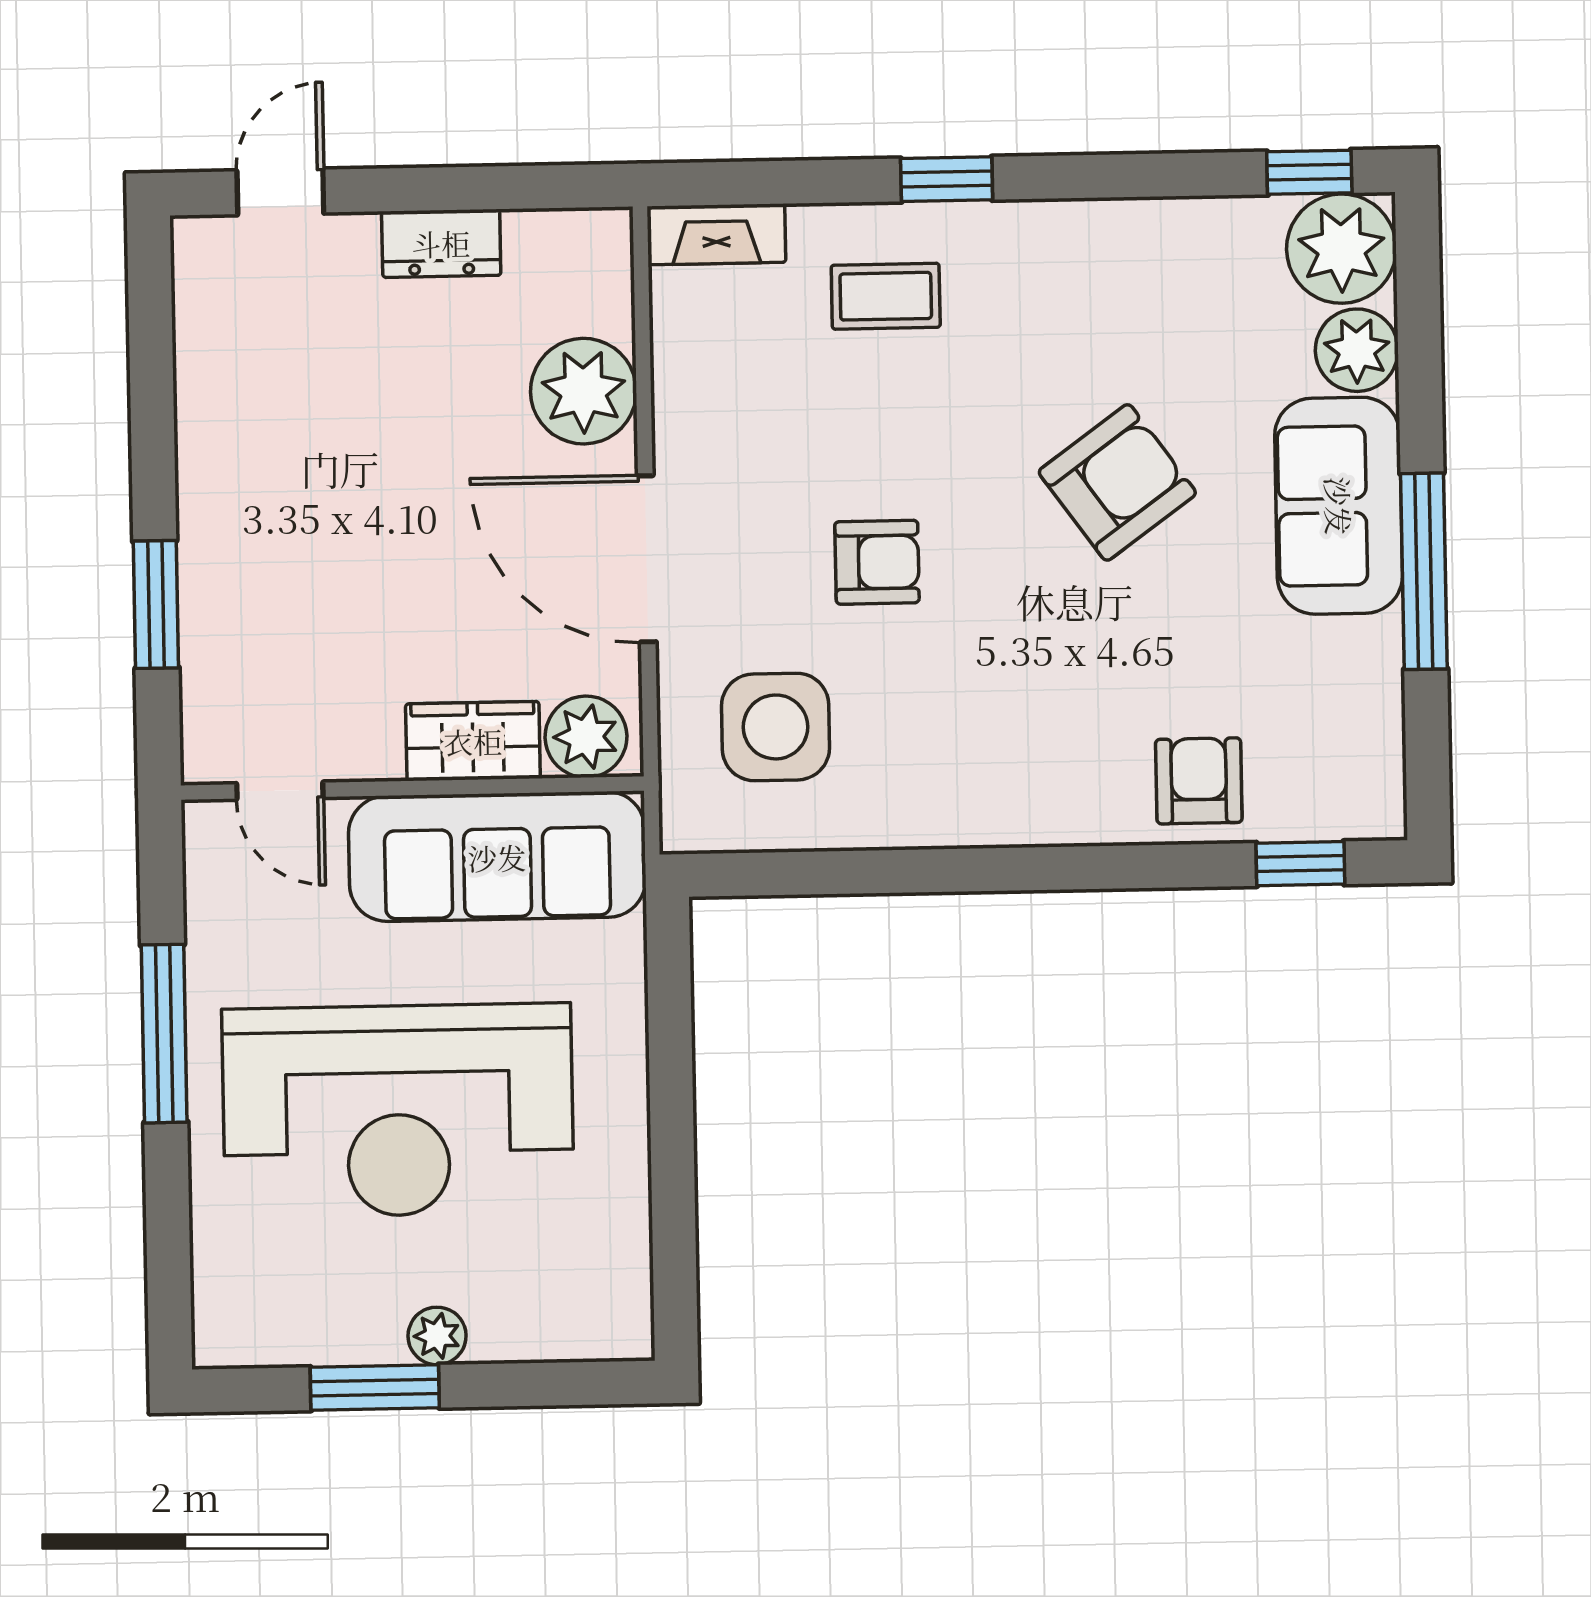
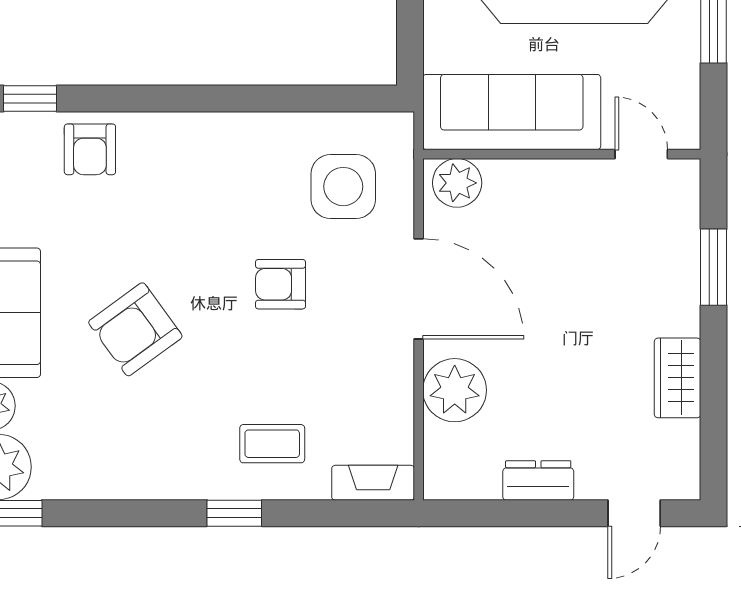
wardrobe: (473, 741) -> (678, 378), moved, turned 90

